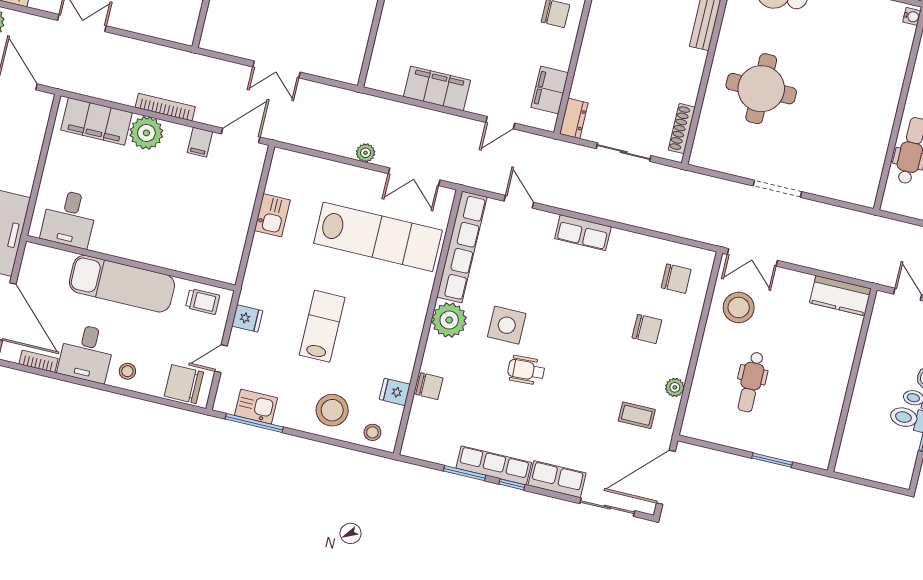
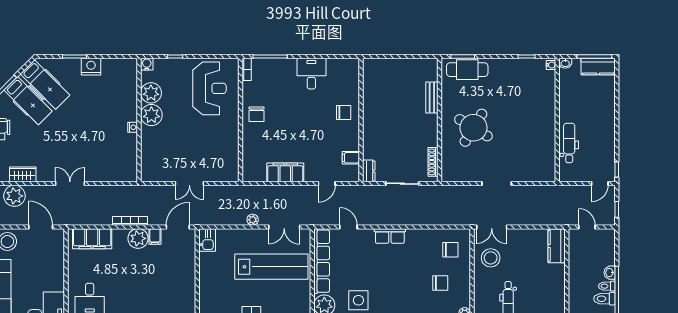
round table: (761, 89) -> (473, 128), turned 31
filing cabinet: (550, 90) -> (351, 158), width x0.50
plant: (146, 133) -> (138, 238), moved
kitchen sink: (272, 215) -> (207, 240), moved
kitchen counter: (840, 296) -> (557, 246), moved, turned 90

